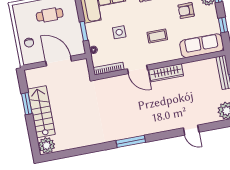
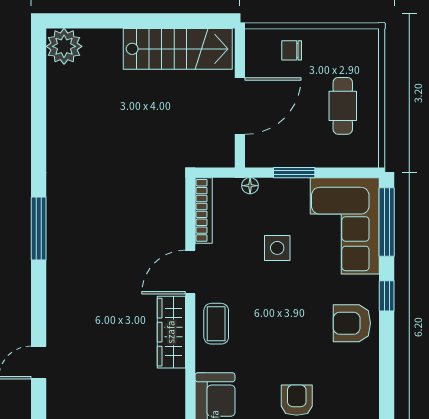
coffee table: (157, 36) -> (216, 324), moved
window: (27, 104) -> (162, 21), removed
stairs: (41, 112) -> (178, 49), moved

